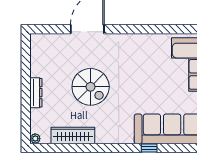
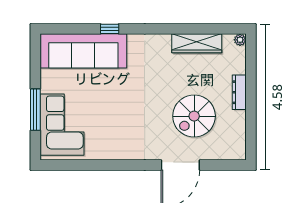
spiral stairs: (91, 87) -> (194, 116), moved, turned -90

